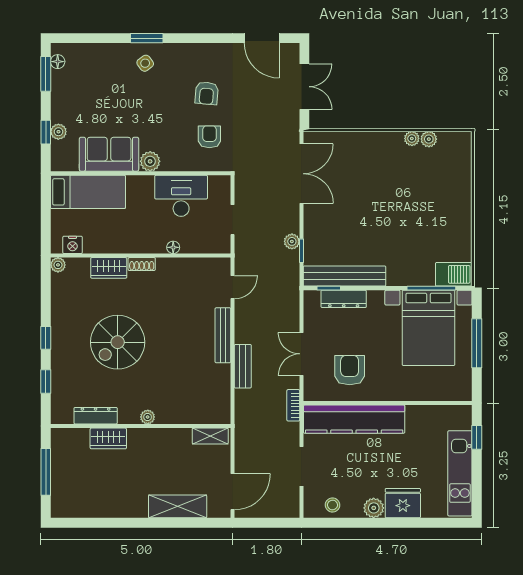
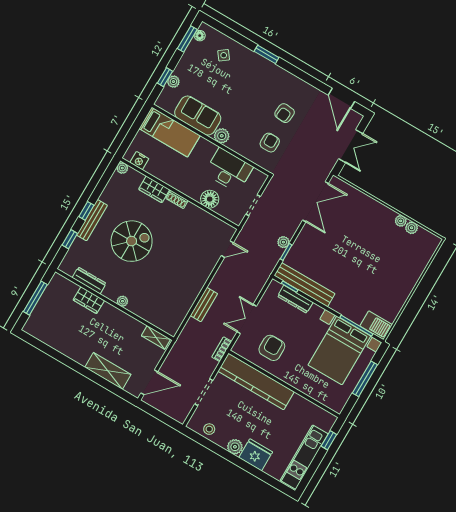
side table: (145, 63) -> (224, 55), moved
floor lamp: (173, 247) -> (210, 199), width x1.89, depth x1.89
bench: (223, 335) -> (92, 220), moved
spiral stairs: (118, 342) -> (132, 241), turned 180

